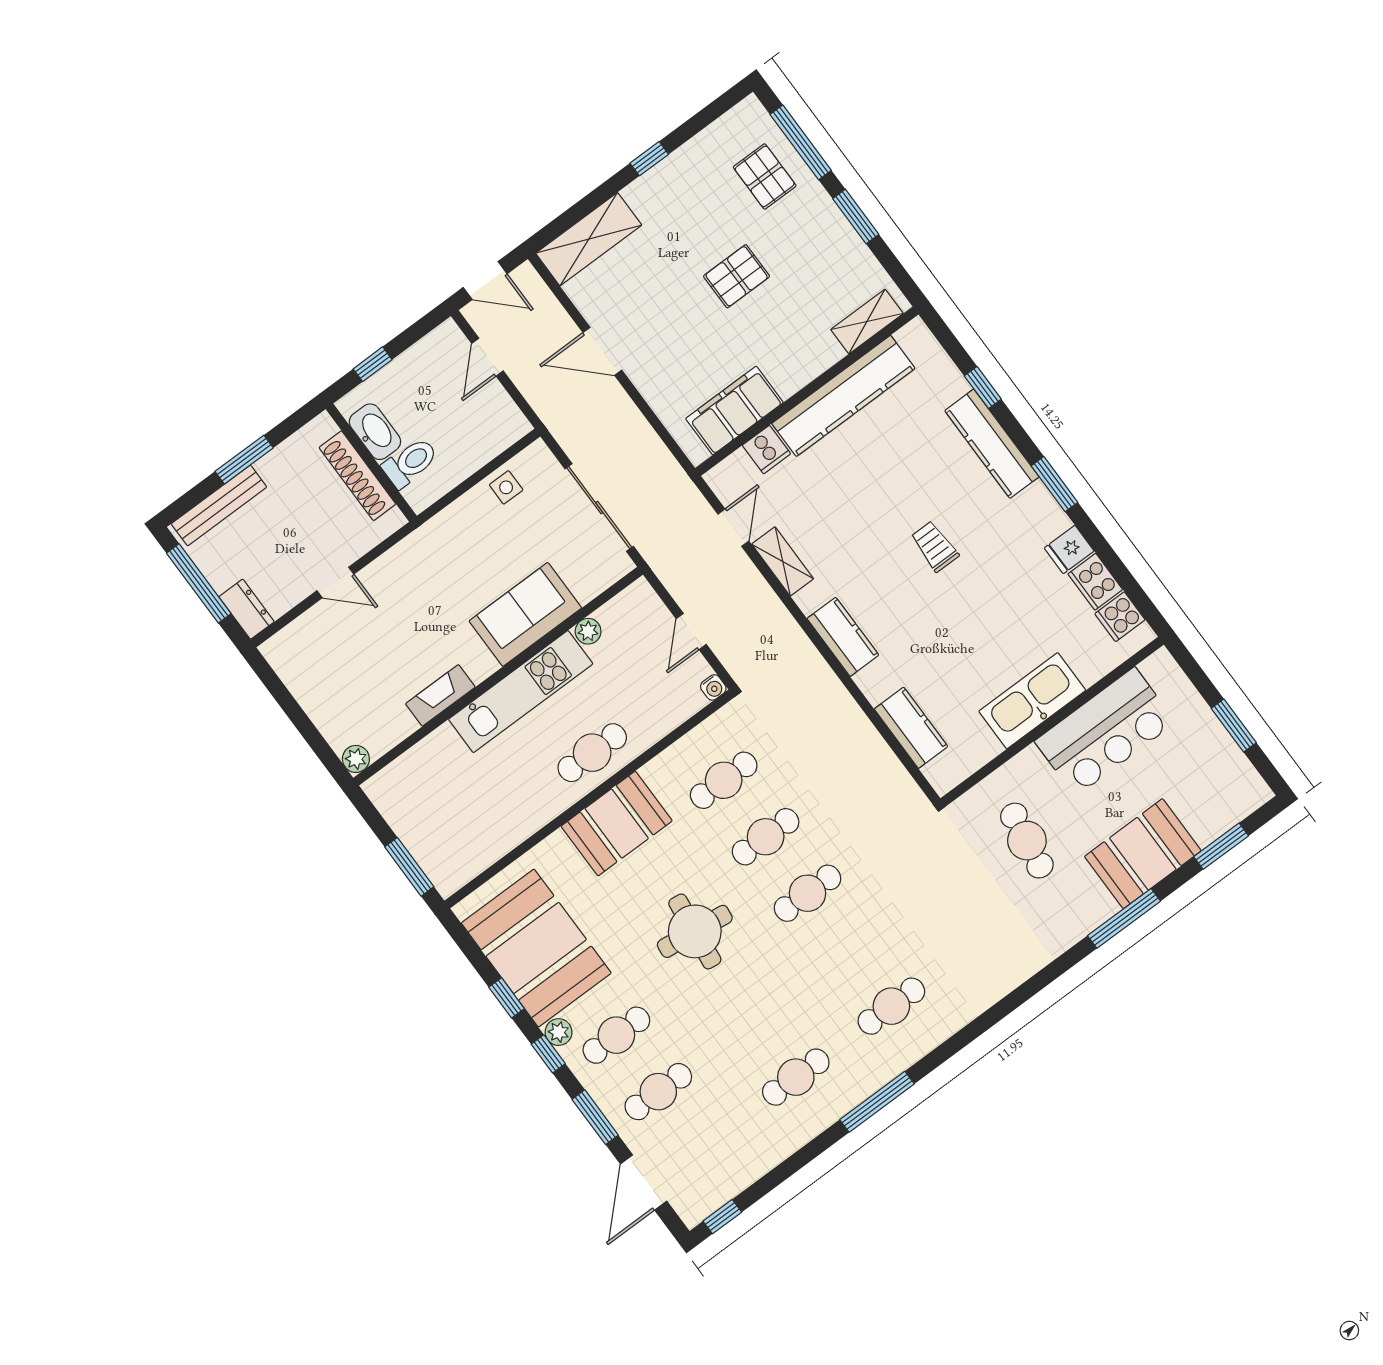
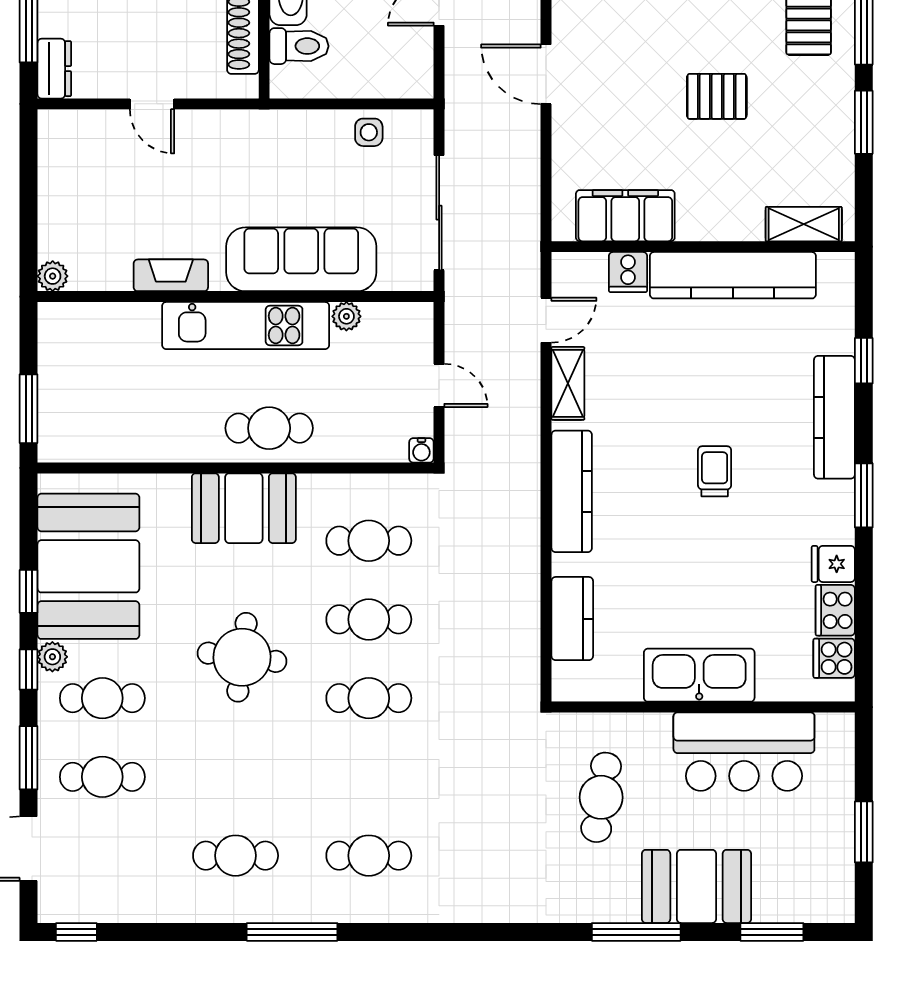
sofa: (525, 614) -> (301, 259), width x1.36
door: (691, 632) -> (439, 385), swing flipped
kitchen counter: (843, 637) -> (572, 491), width x1.50

